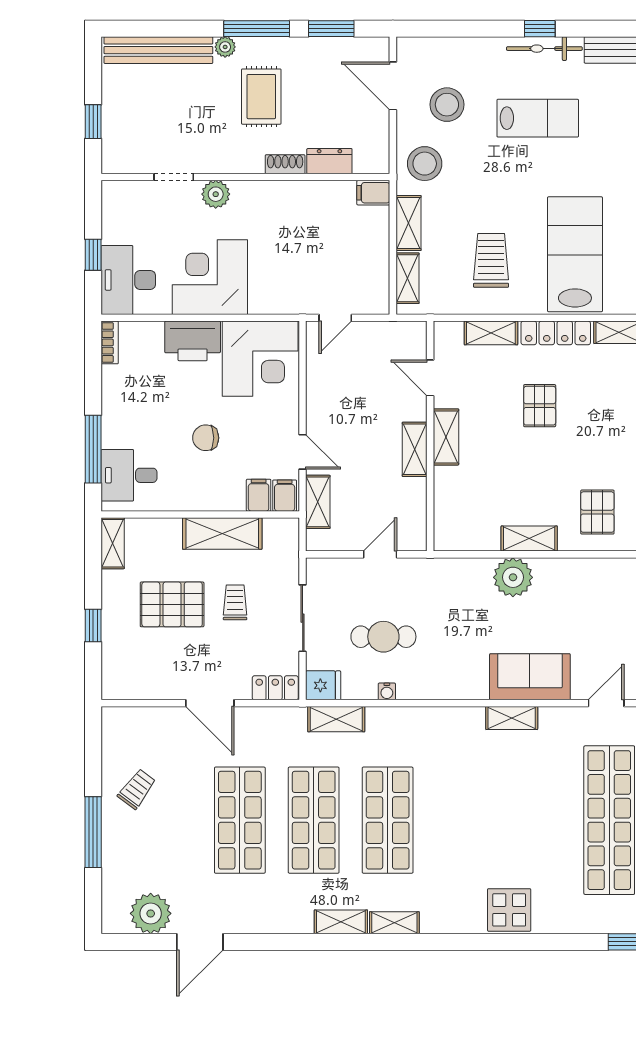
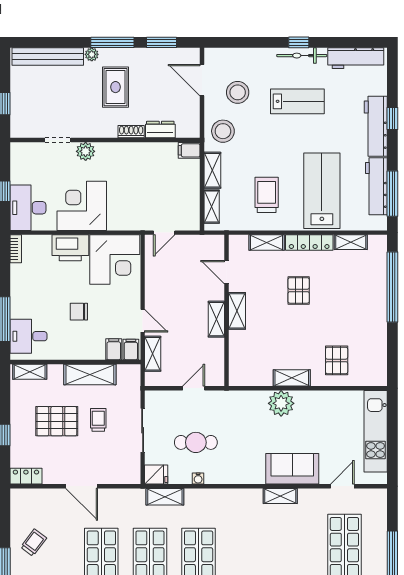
shelving: (113, 543) -> (30, 372), moved, turned 90
locker: (275, 688) -> (26, 476), moved

